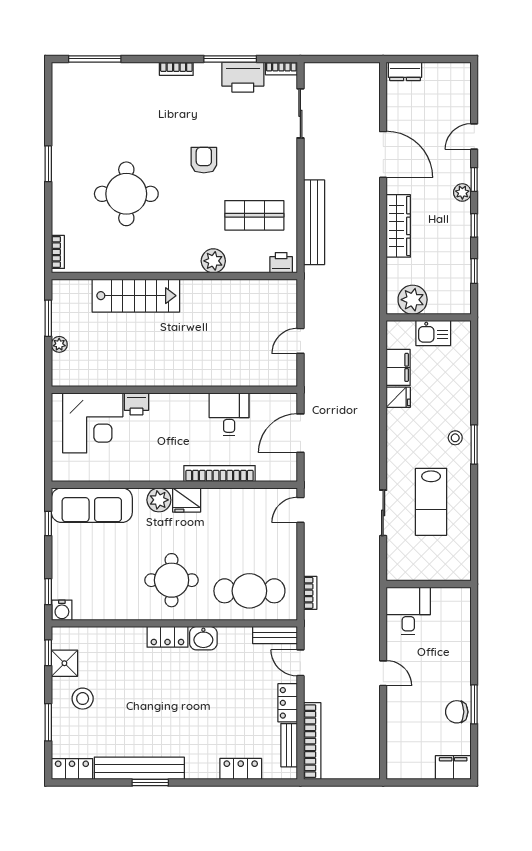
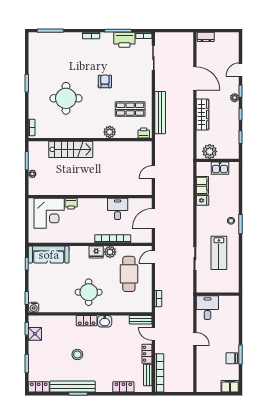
plant: (159, 500) -> (110, 252), moved
cafe table: (249, 591) -> (129, 274), moved, turned 90
stool: (83, 699) -> (77, 355), moved

